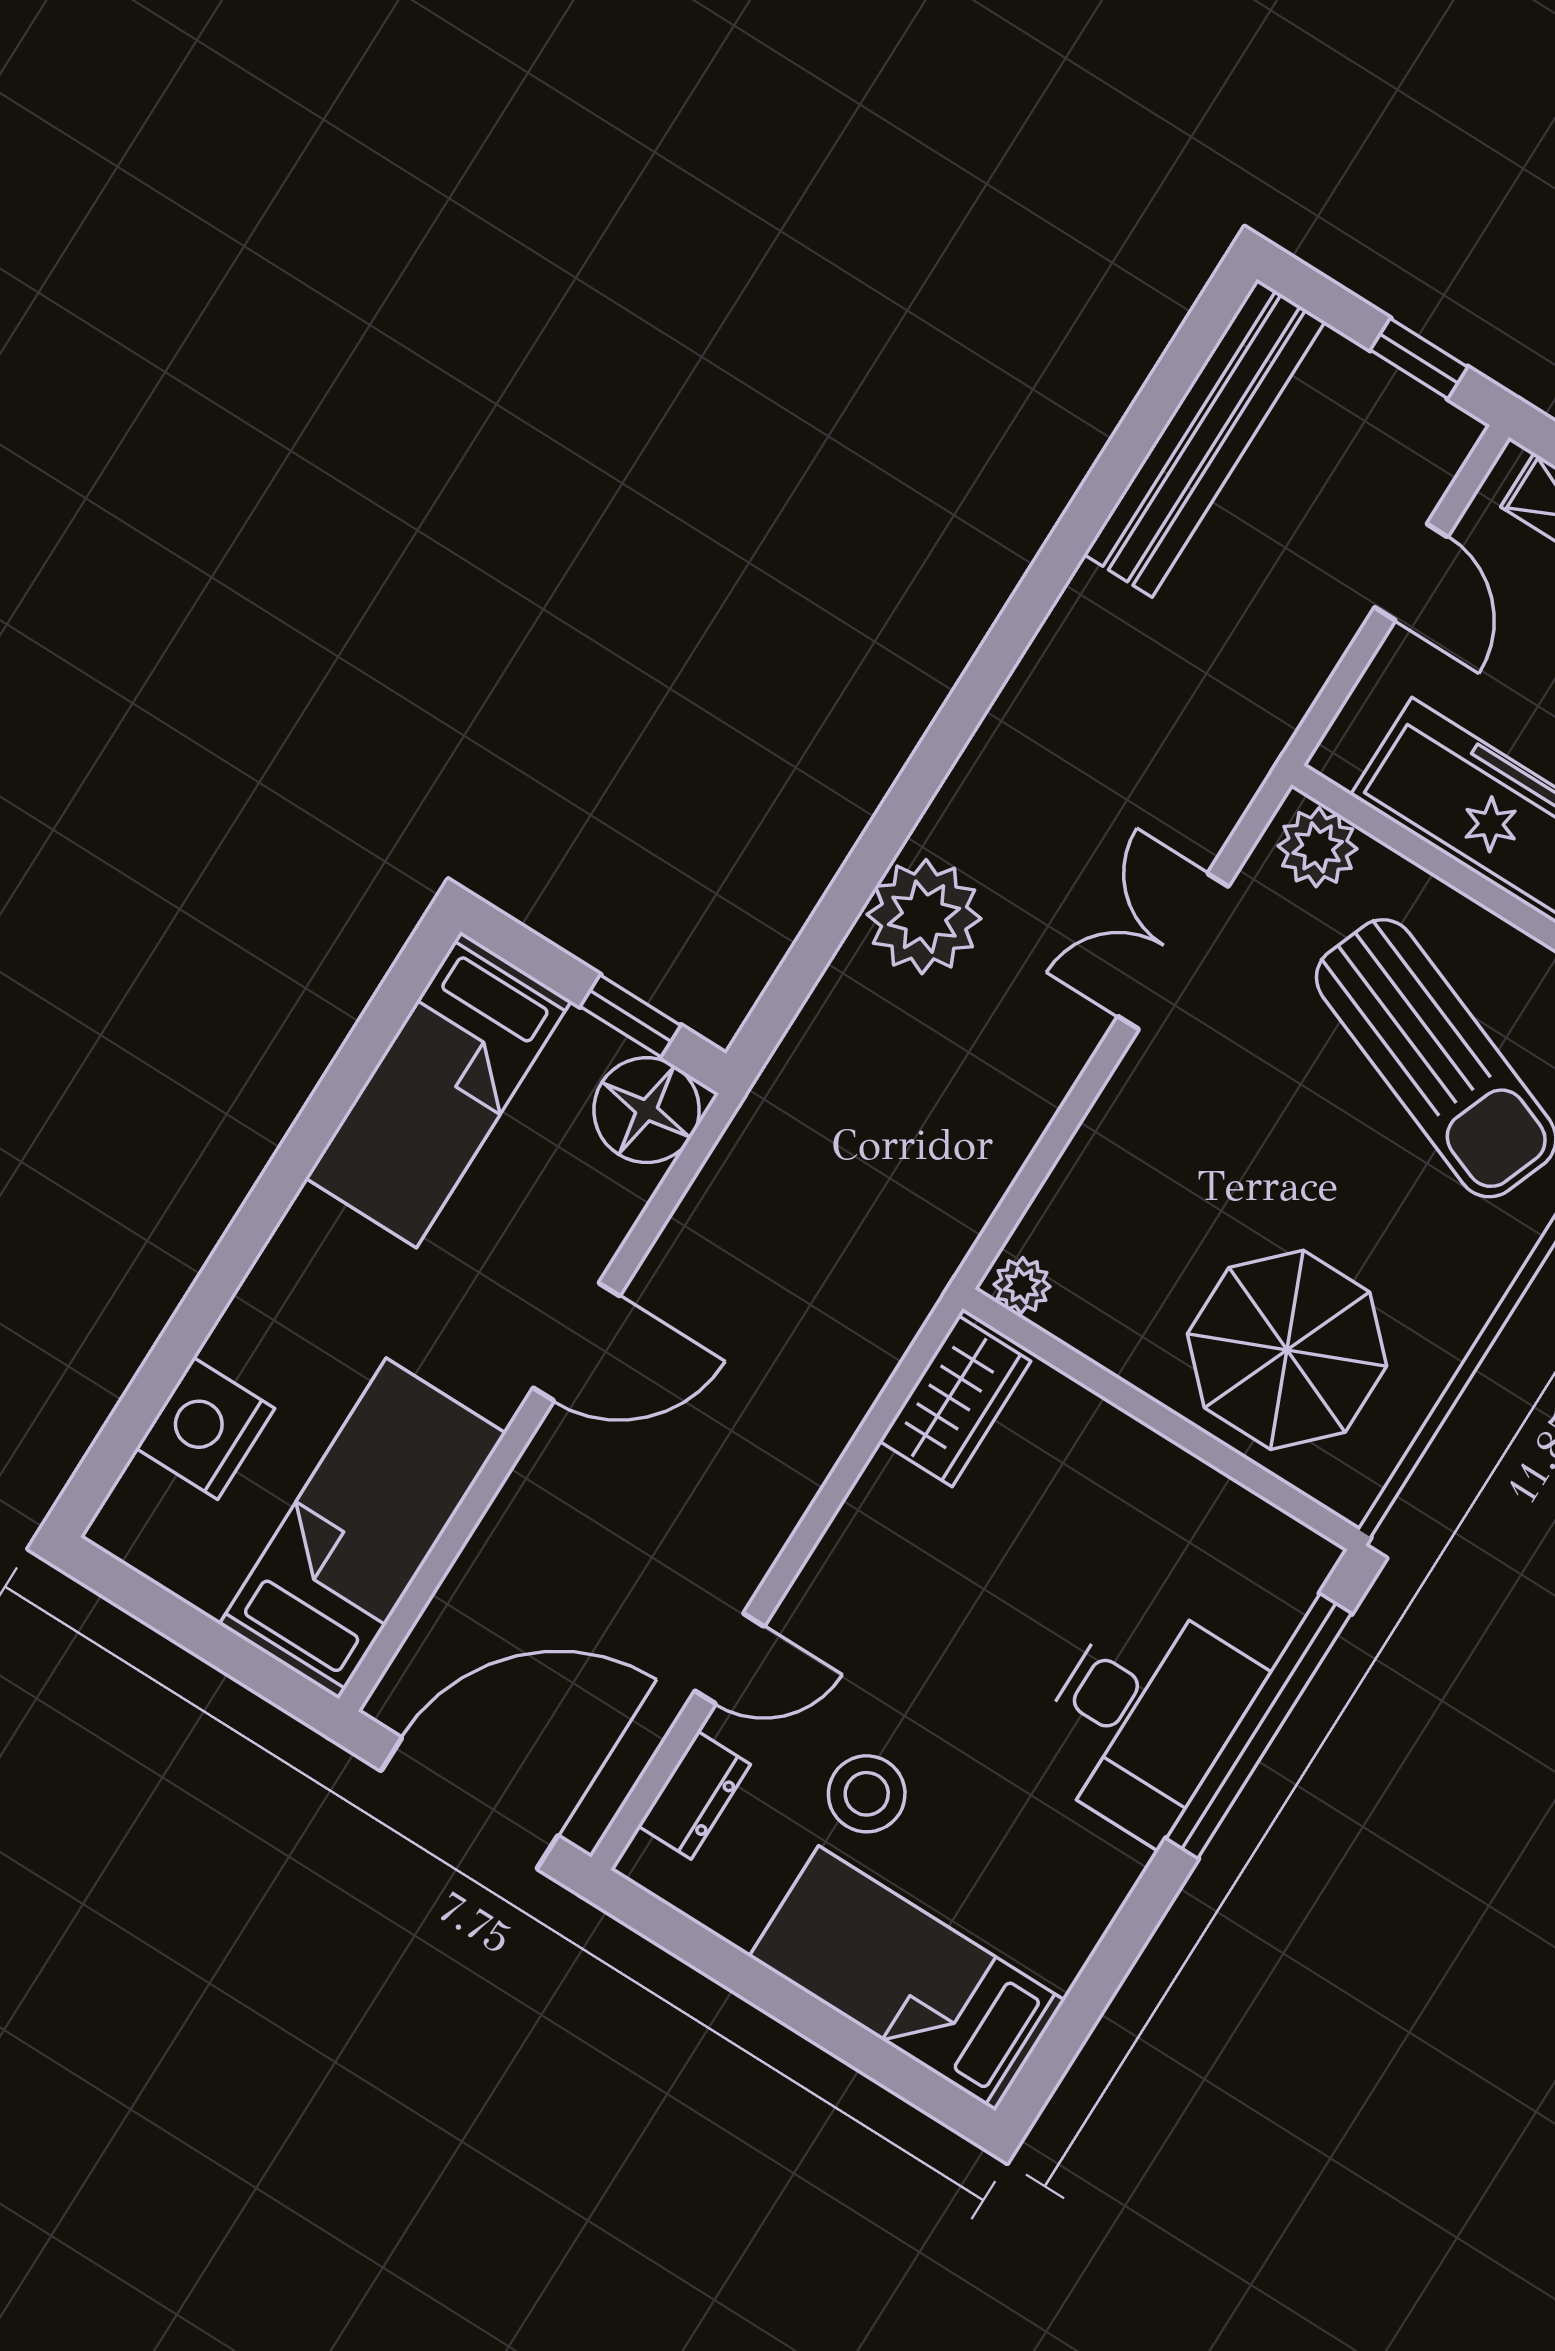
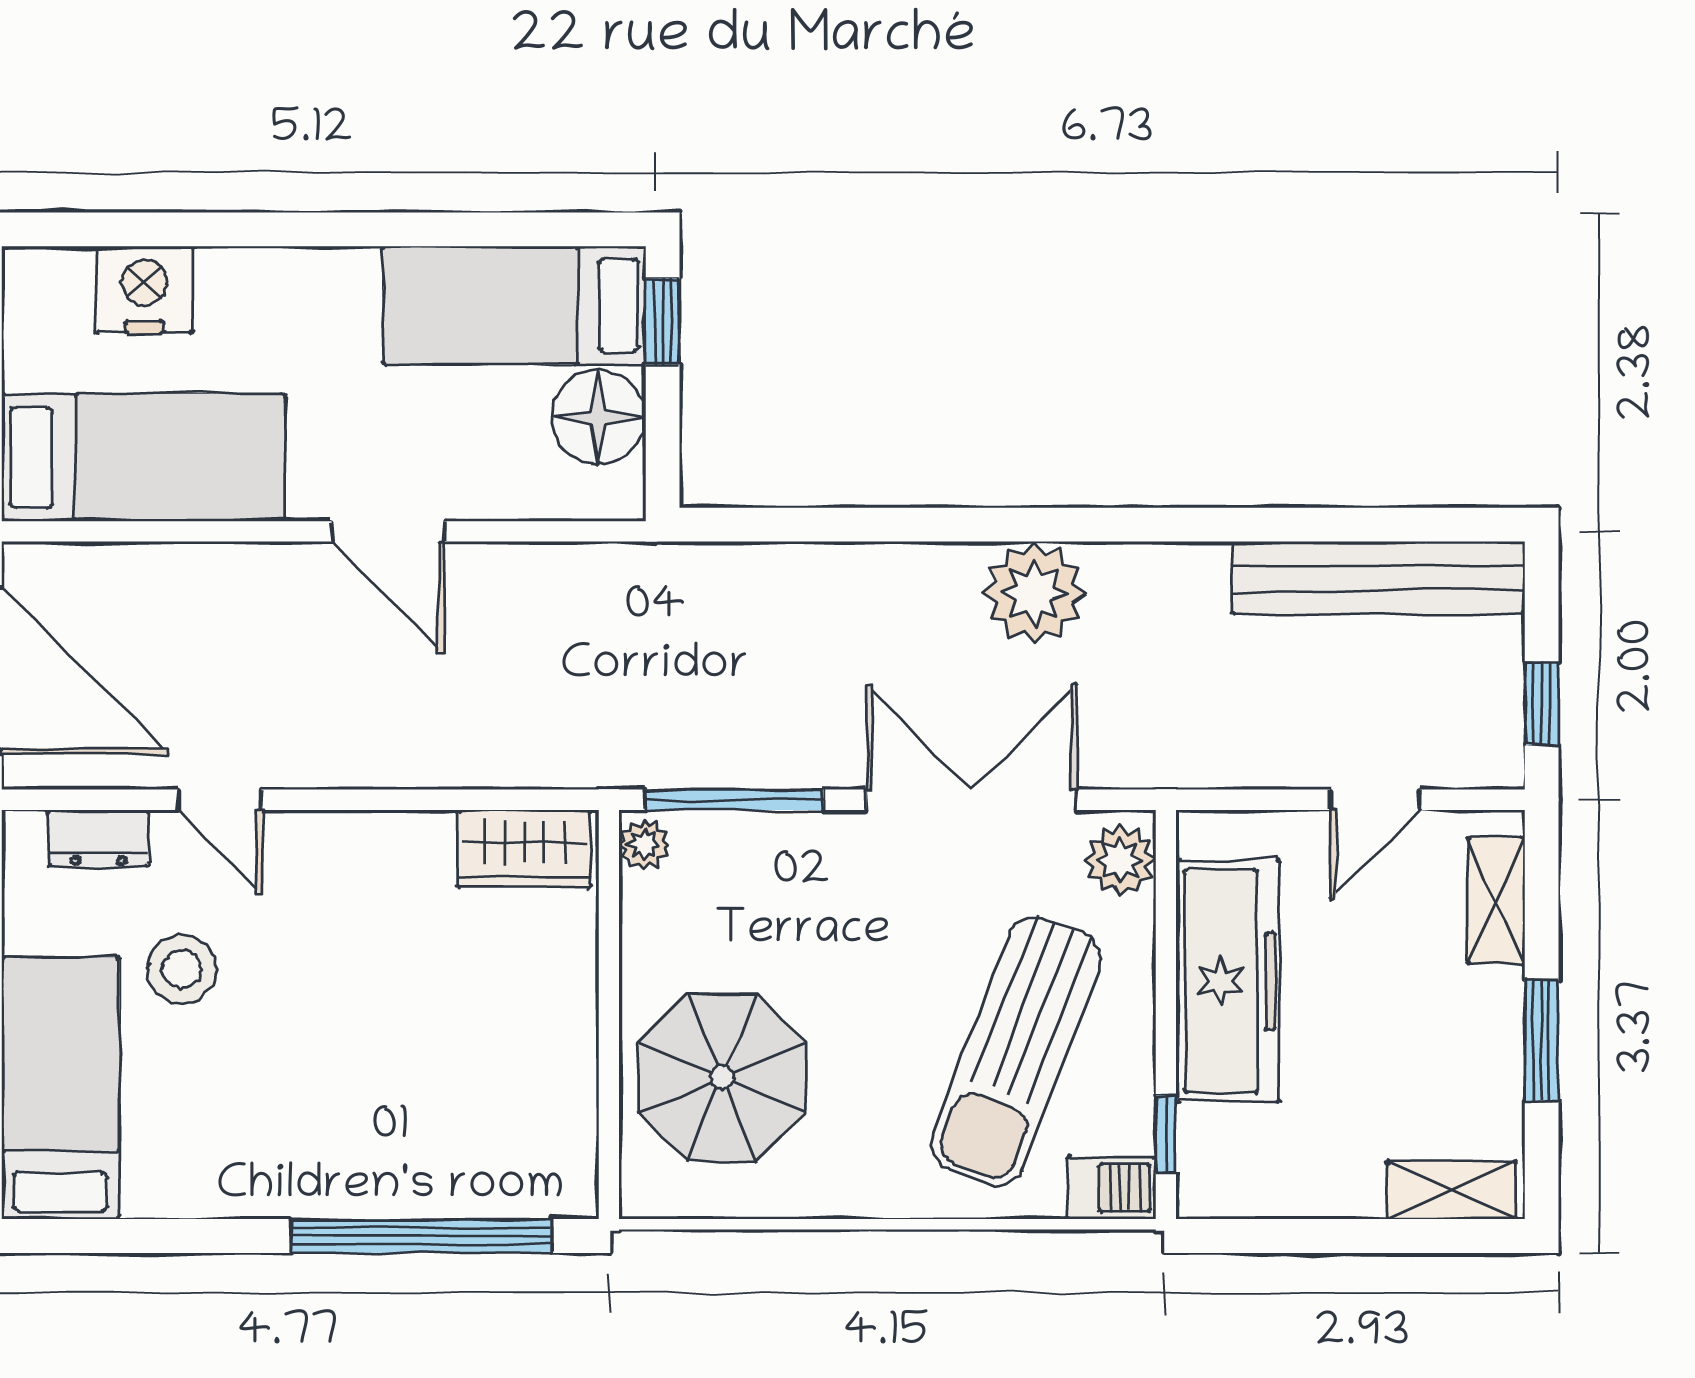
plant: (924, 917) -> (1034, 593), moved
double door: (1173, 951) -> (972, 800), width x1.37
window: (630, 1016) -> (663, 321), moved
floor lamp: (647, 1110) -> (598, 417), moved
window: (1033, 1174) -> (734, 800), added
desk: (1144, 1717) -> (373, 1144), removed

